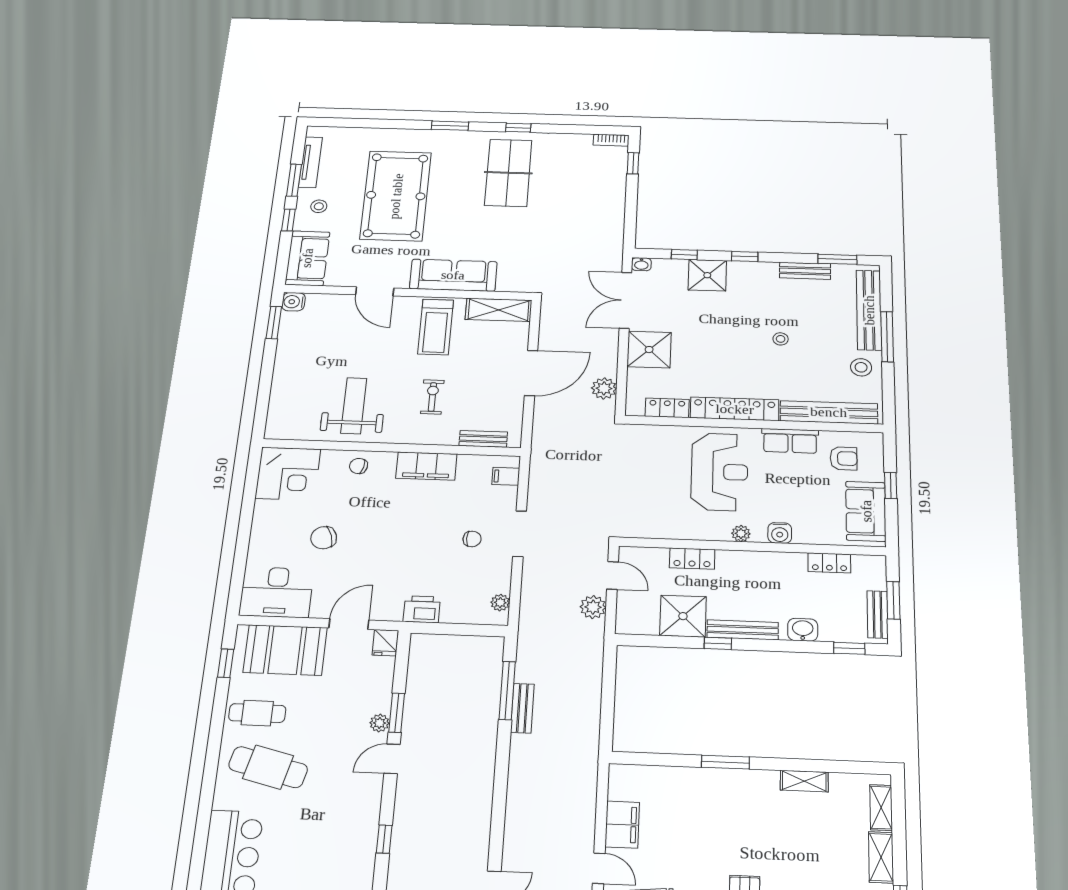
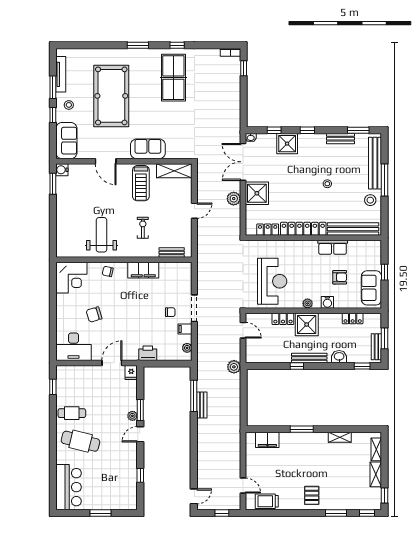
sofa: (453, 275) -> (148, 149), width x0.73
door: (531, 373) -> (194, 211), width x0.53
plant: (604, 388) -> (234, 199), moved
armchair: (844, 458) -> (340, 277), moved
reception desk: (719, 472) -> (272, 281), moved
filing cabinet: (506, 476) -> (185, 329), moved
plant: (593, 607) -> (234, 367), moved
shower: (683, 616) -> (307, 324), moved
booth: (285, 650) -> (82, 379), removed
filing cabinet: (622, 825) -> (267, 440), moved, turned 90

